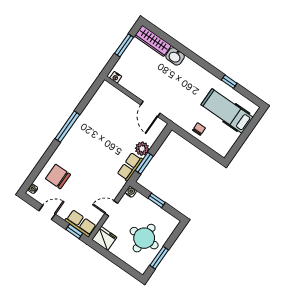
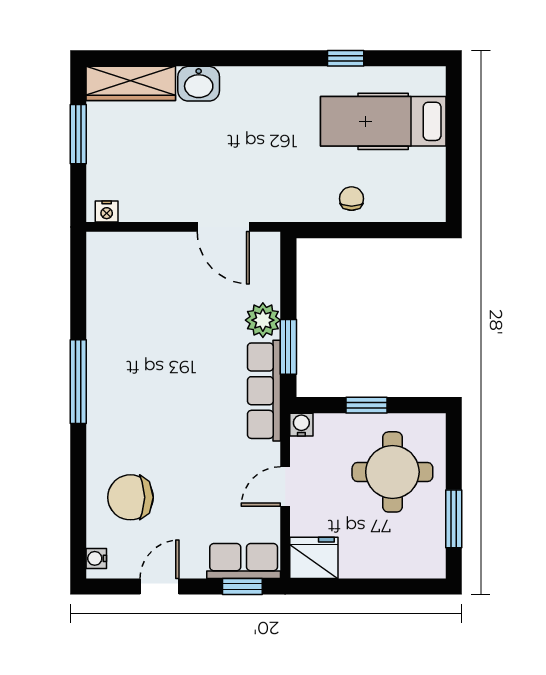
row of seats: (130, 167) -> (264, 391), width x1.48
round table: (144, 238) -> (392, 472), moved

